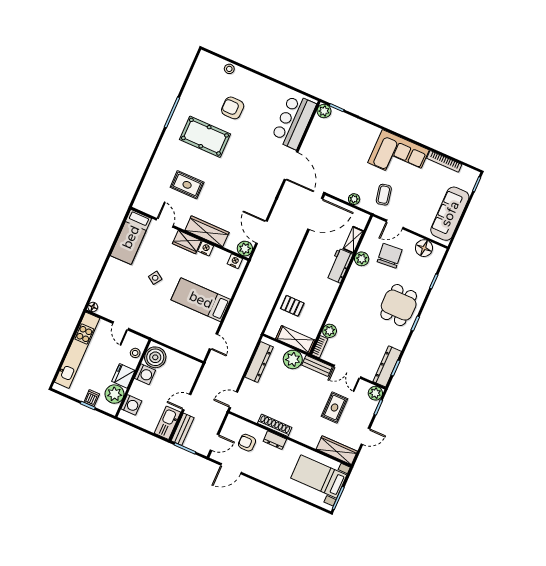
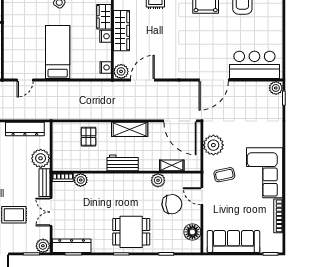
plant: (354, 199) -> (213, 145), width x1.88, depth x1.88
workbench: (339, 266) -> (123, 163), moved
shelving: (295, 339) -> (130, 129), moved, turned 90

